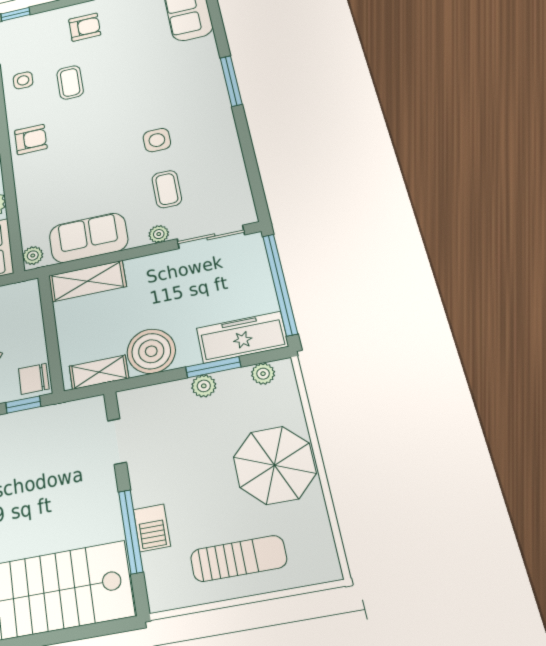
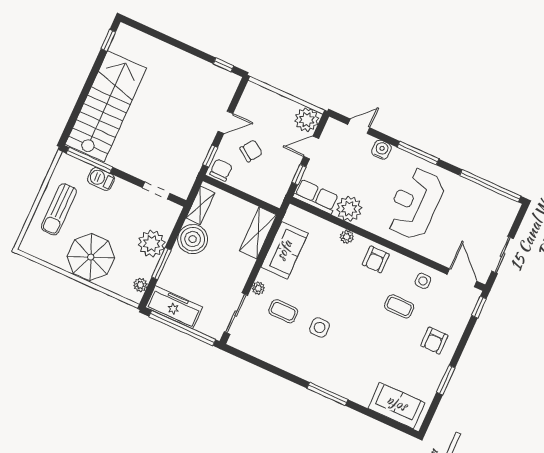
plant: (33, 256) -> (347, 237), moved
freezer: (242, 337) -> (174, 307), moved, turned -90
plant: (204, 386) -> (152, 244), width x1.88, depth x1.88
window: (131, 531) -> (90, 160), moved

